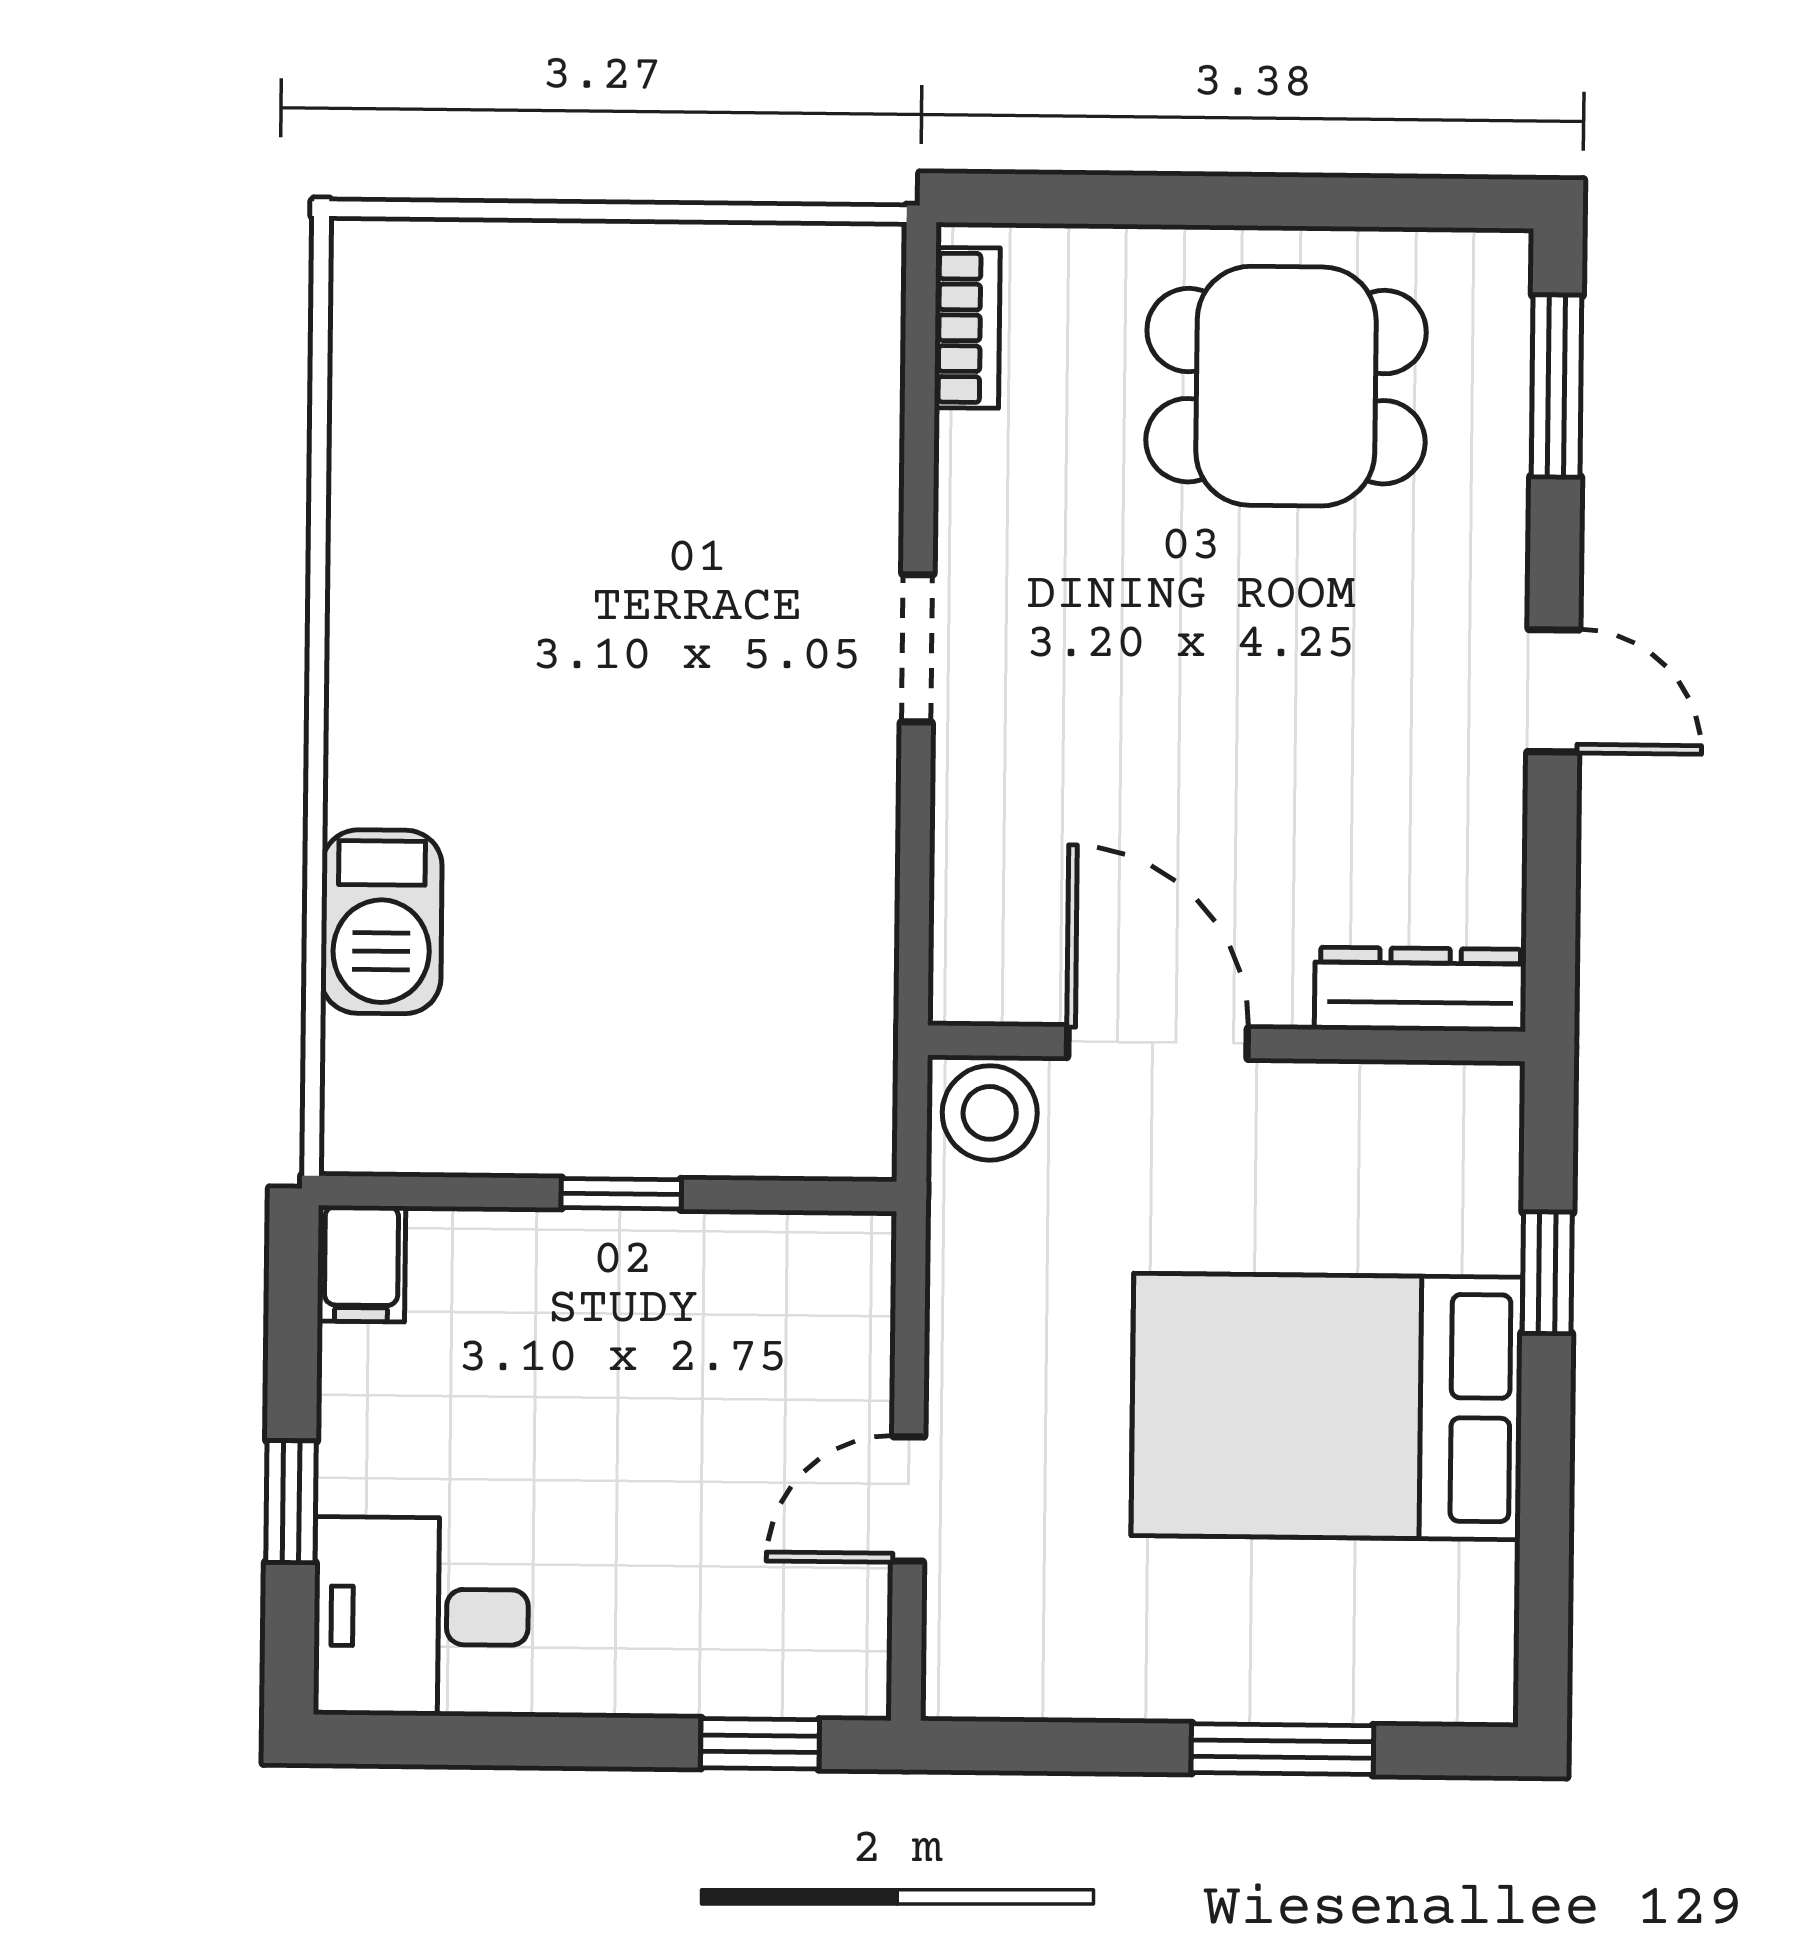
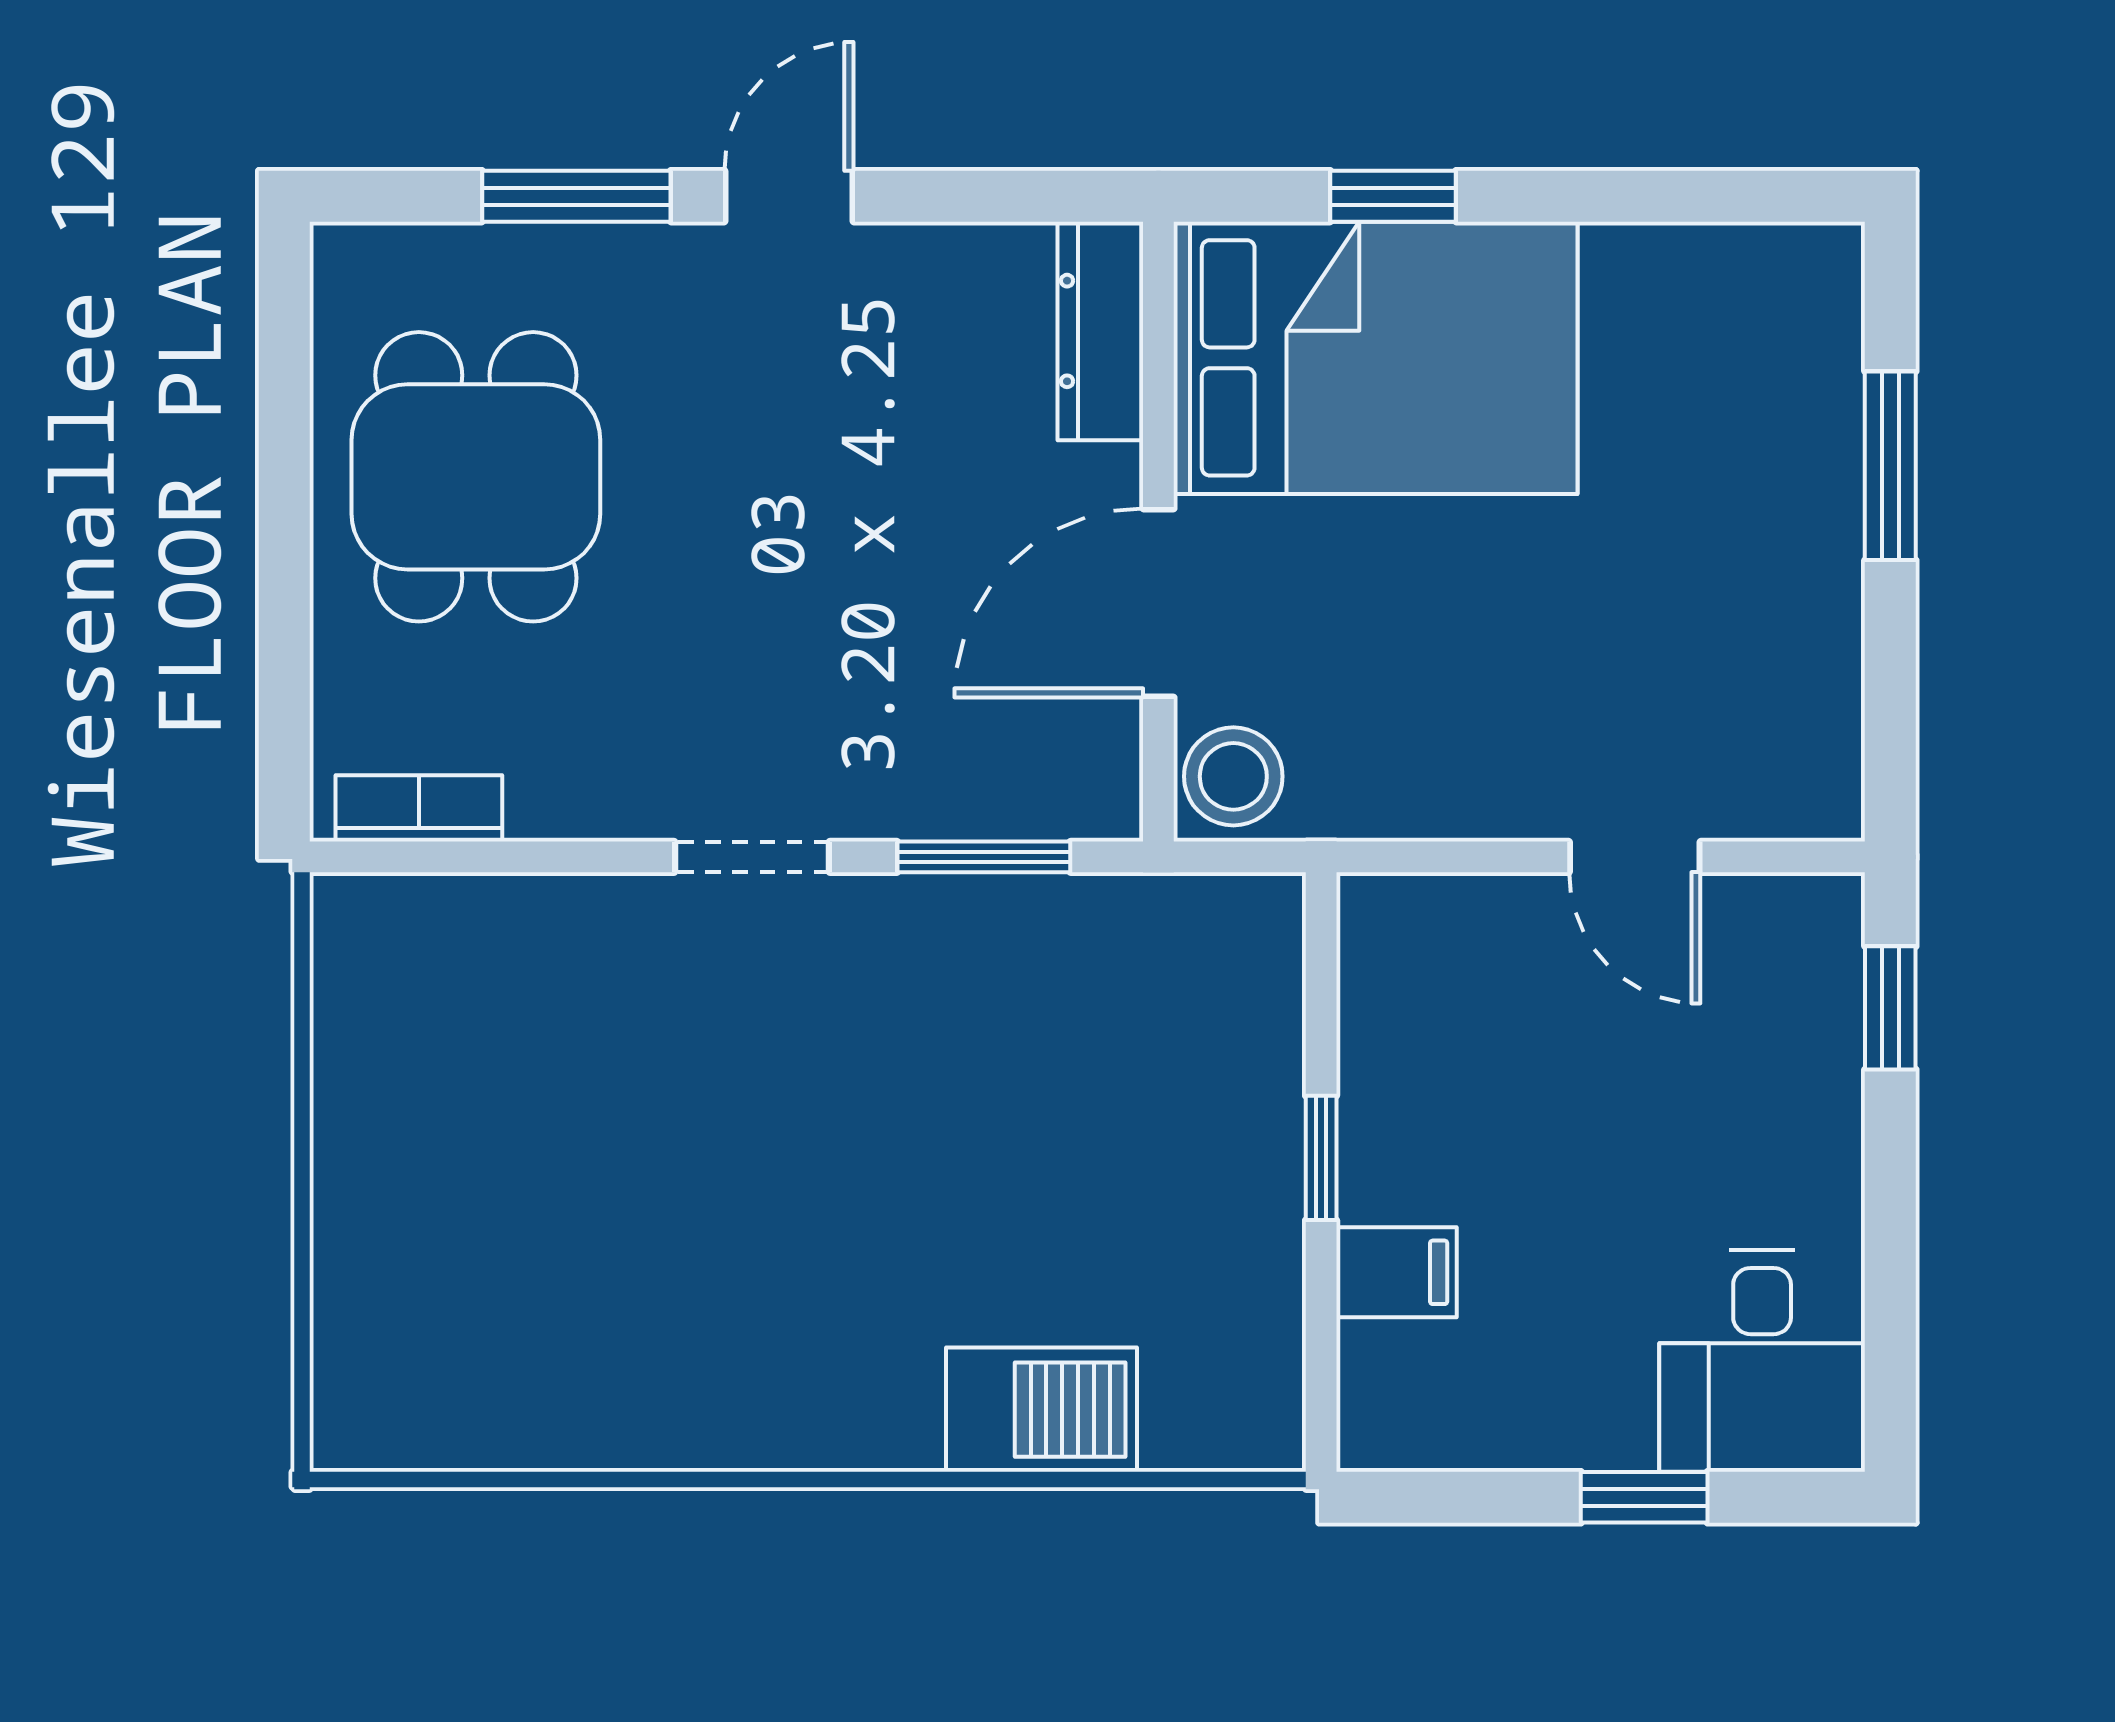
window: (1557, 386) -> (576, 196), moved
window: (915, 872) -> (984, 857), added
filing cabinet: (361, 1264) -> (1397, 1272), moved
bed: (1327, 1406) -> (1376, 358), moved, turned -90

